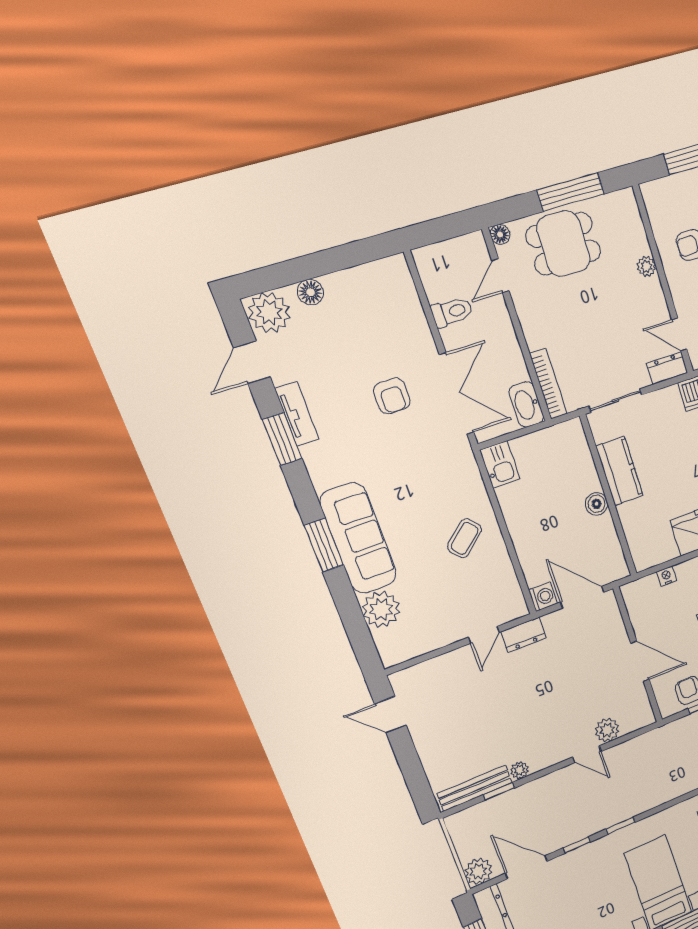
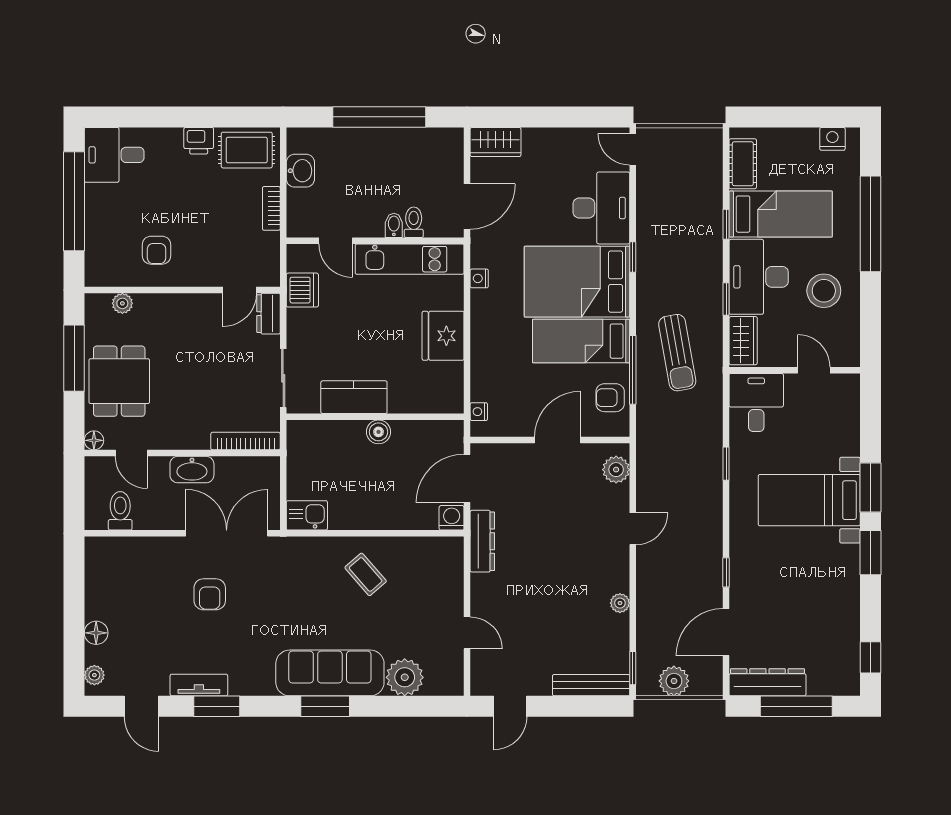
plant: (646, 266) -> (122, 303), moved
plant: (269, 312) -> (94, 675), width x0.53, depth x0.53
toilet: (452, 312) -> (120, 511), moved
armchair: (392, 396) -> (210, 594), turned 90
washbasin: (526, 404) -> (192, 470), moved
nightstand: (666, 576) -> (479, 412), moved
door: (484, 635) -> (467, 633), moved
dresser: (523, 635) -> (482, 541), width x1.44
plant: (607, 730) -> (616, 470), moved
bench: (475, 788) -> (591, 685), moved, turned 90
window: (499, 791) -> (633, 668), moved
window: (621, 826) -> (726, 464), moved
plant: (478, 871) -> (674, 681), moved

